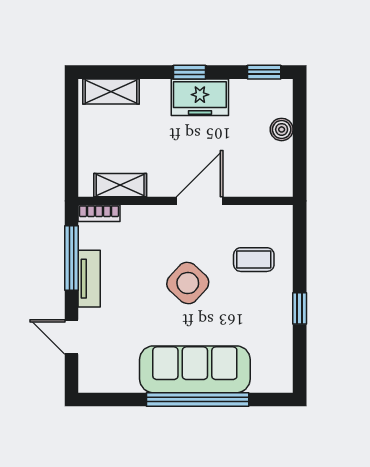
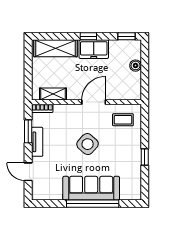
shelving: (111, 91) -> (56, 48), width x1.50, depth x1.33
window: (72, 258) -> (28, 131), width x0.69
coffee table: (254, 260) -> (123, 120), moved

